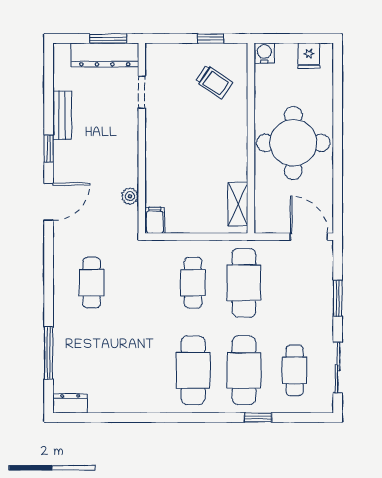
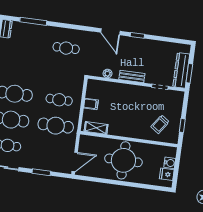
water cooler: (264, 53) -> (170, 163), moved
bench: (62, 115) -> (132, 76), moved
filing cabinet: (155, 220) -> (91, 104), moved

